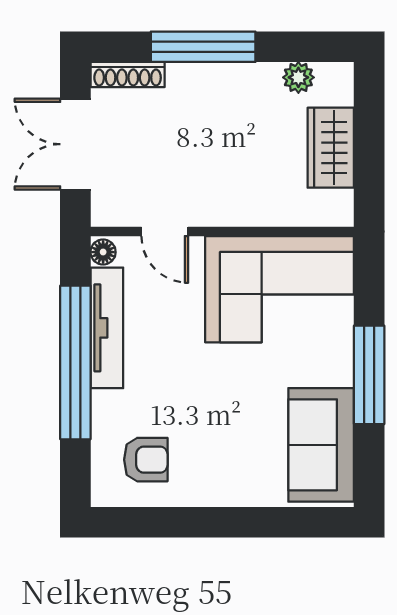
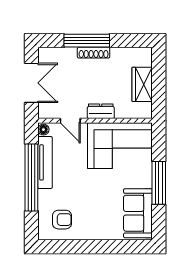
shoe rack: (128, 75) -> (94, 53), moved
plant: (298, 77) -> (128, 54), removed
double door: (75, 144) -> (31, 83), swing flipped
dresser: (235, 210) -> (101, 111), added

